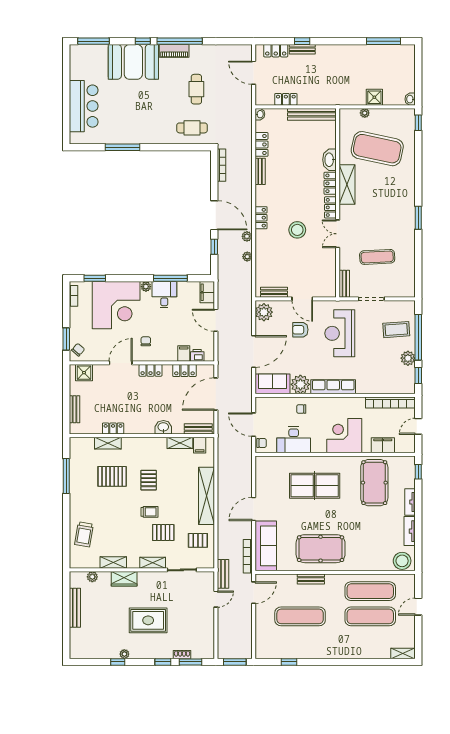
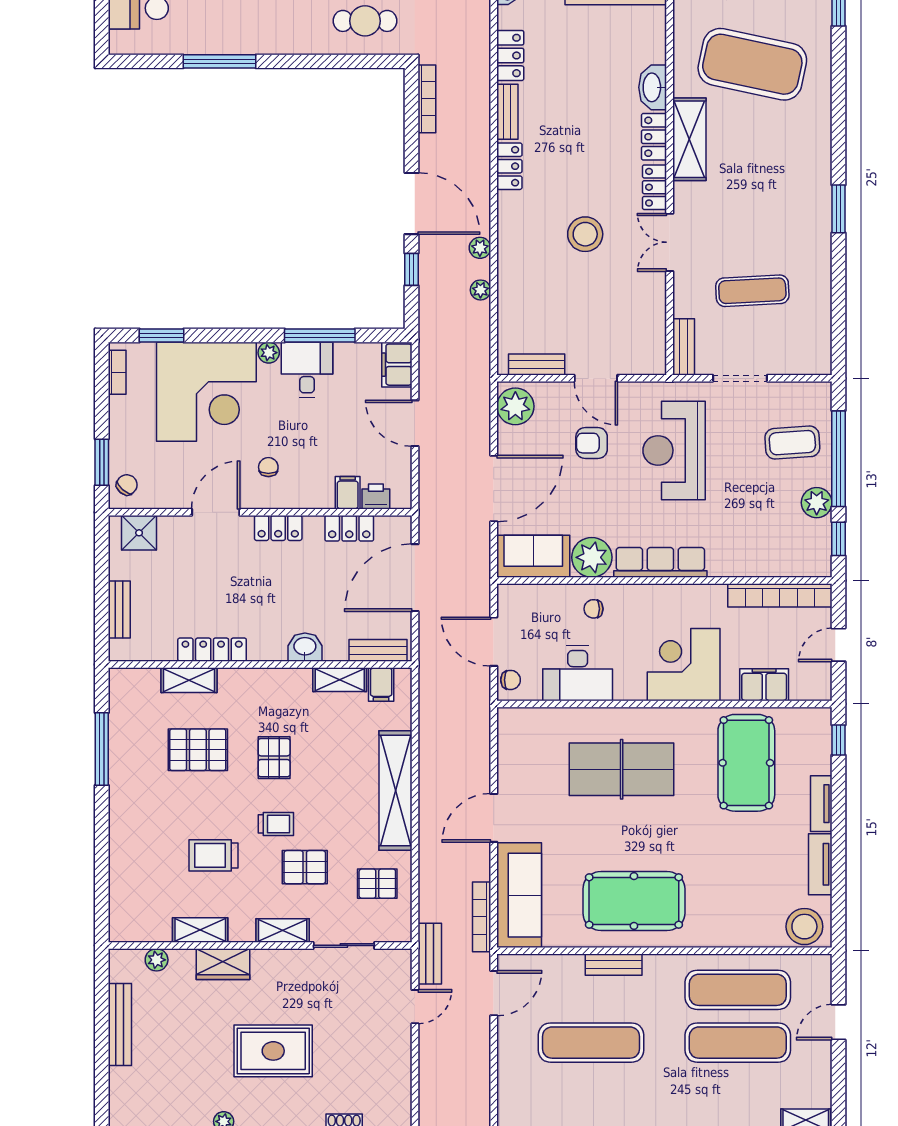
locker: (261, 218) -> (509, 166), moved
locker: (113, 428) -> (212, 650), width x1.53
trolley: (84, 534) -> (213, 855), moved, turned 80

